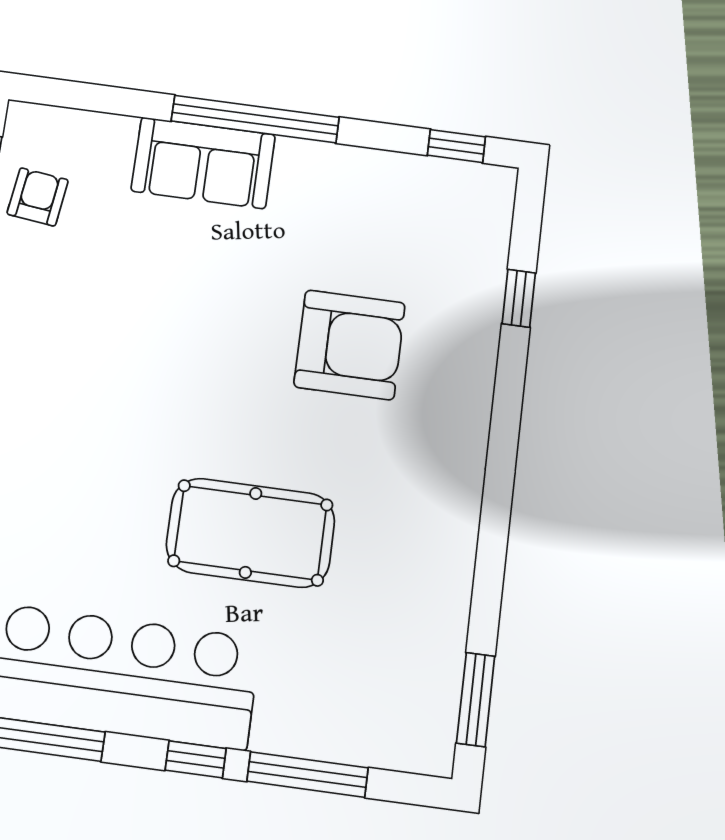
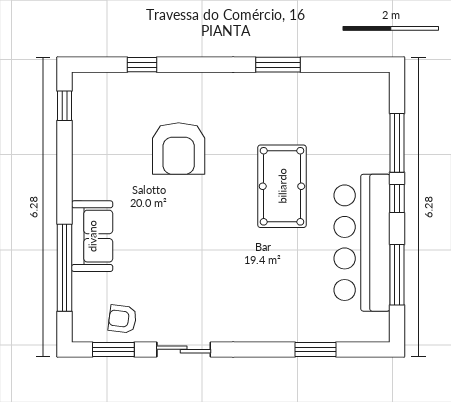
window: (255, 119) -> (65, 268), moved
armchair: (350, 345) -> (179, 148), turned 180
window: (476, 700) -> (278, 65), moved

